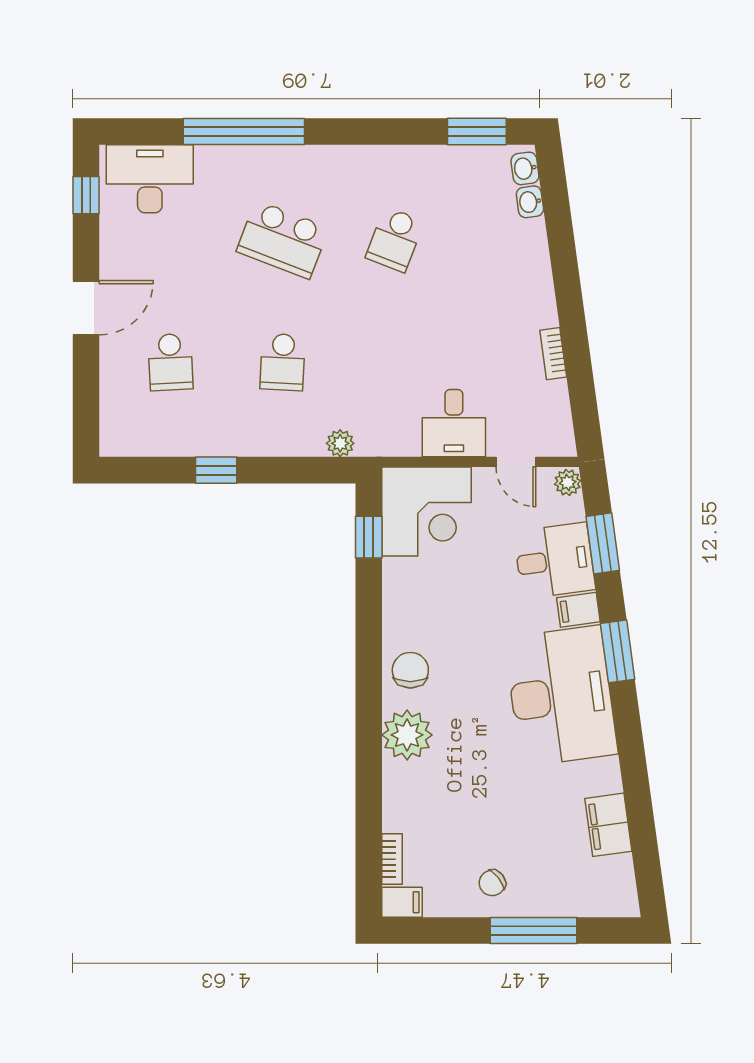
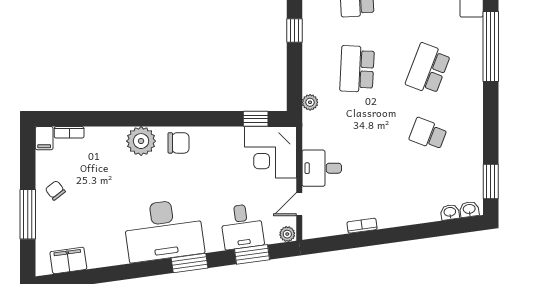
school desk: (283, 362) -> (357, 69), width x1.85
filing cabinet: (578, 610) -> (214, 240), removed
filing cabinet: (608, 825) -> (68, 260), moved

